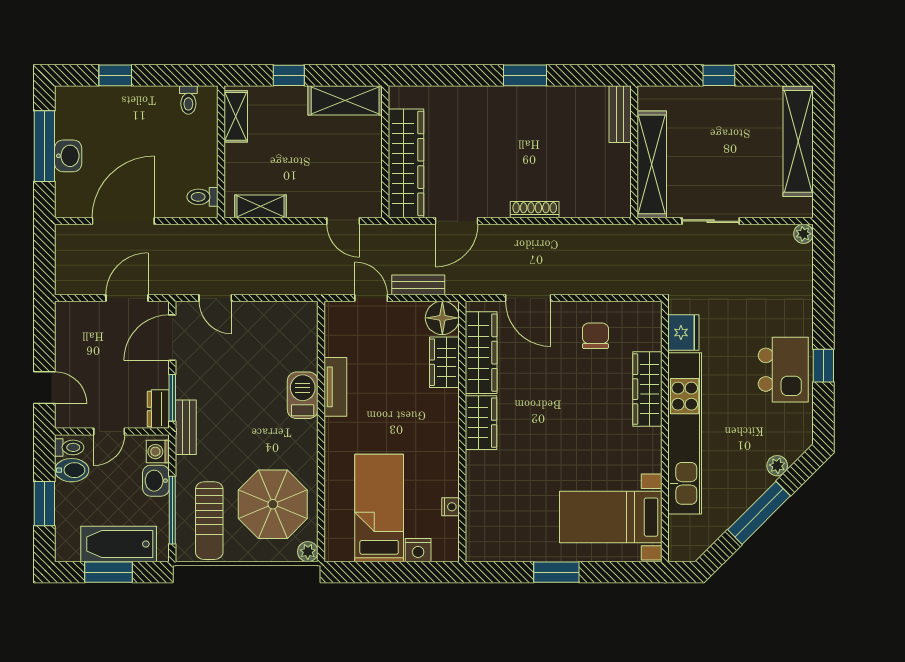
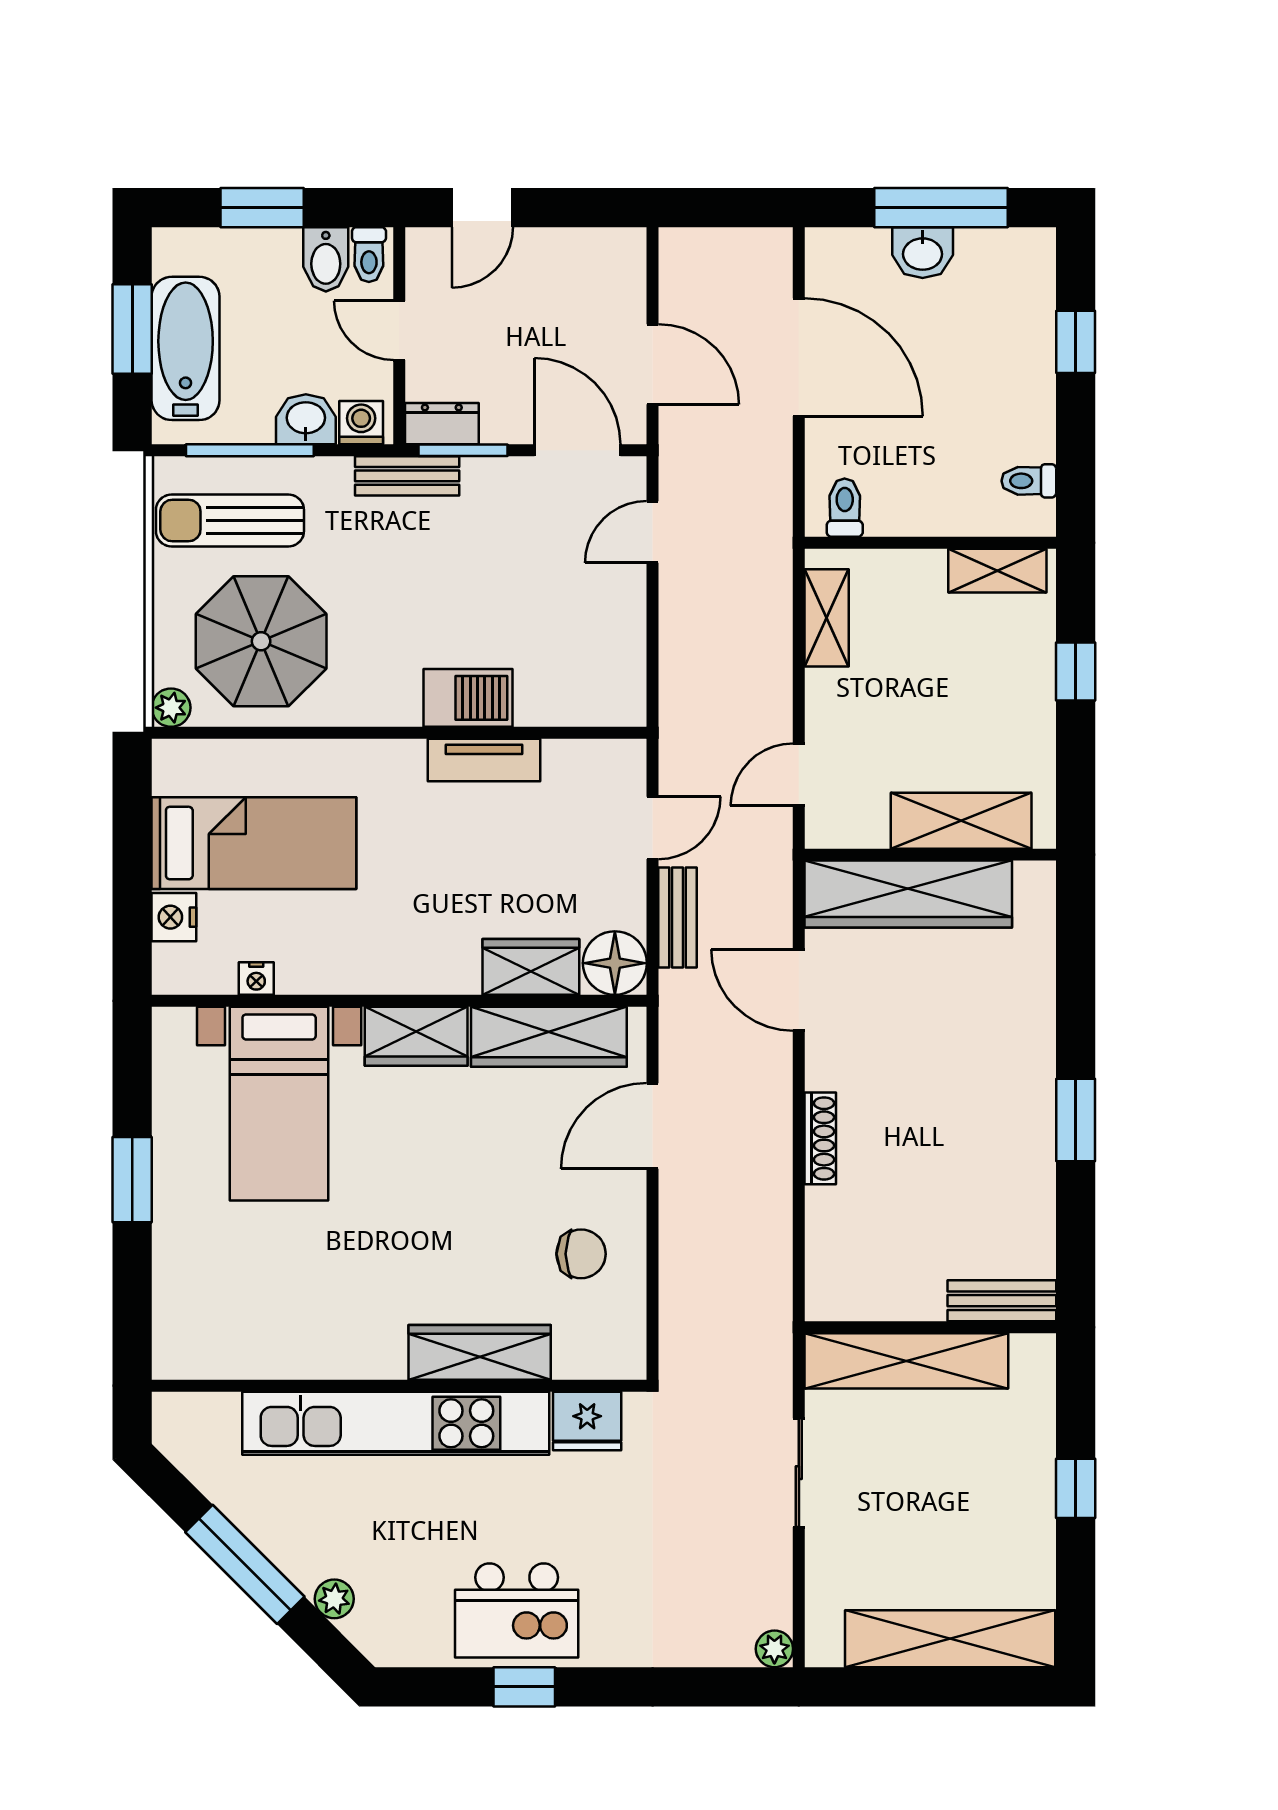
shelving: (345, 100) -> (961, 821), moved, turned 90
bed with nightstands: (611, 517) -> (279, 1104), moved, turned 180

